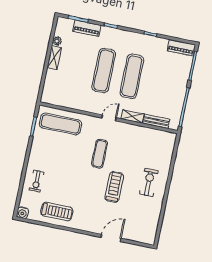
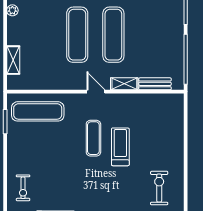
shelving: (54, 58) -> (13, 60), moved
door: (109, 118) -> (96, 92), hinge flipped
exercise bike: (149, 182) -> (159, 188), moved
treadmill: (114, 187) -> (120, 147), moved

